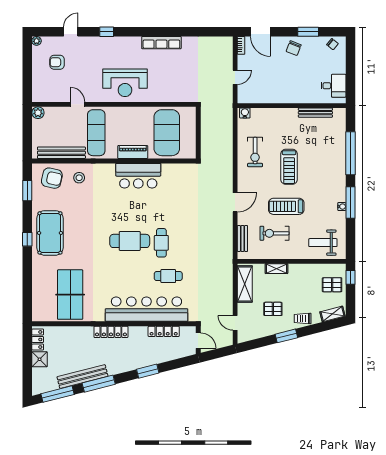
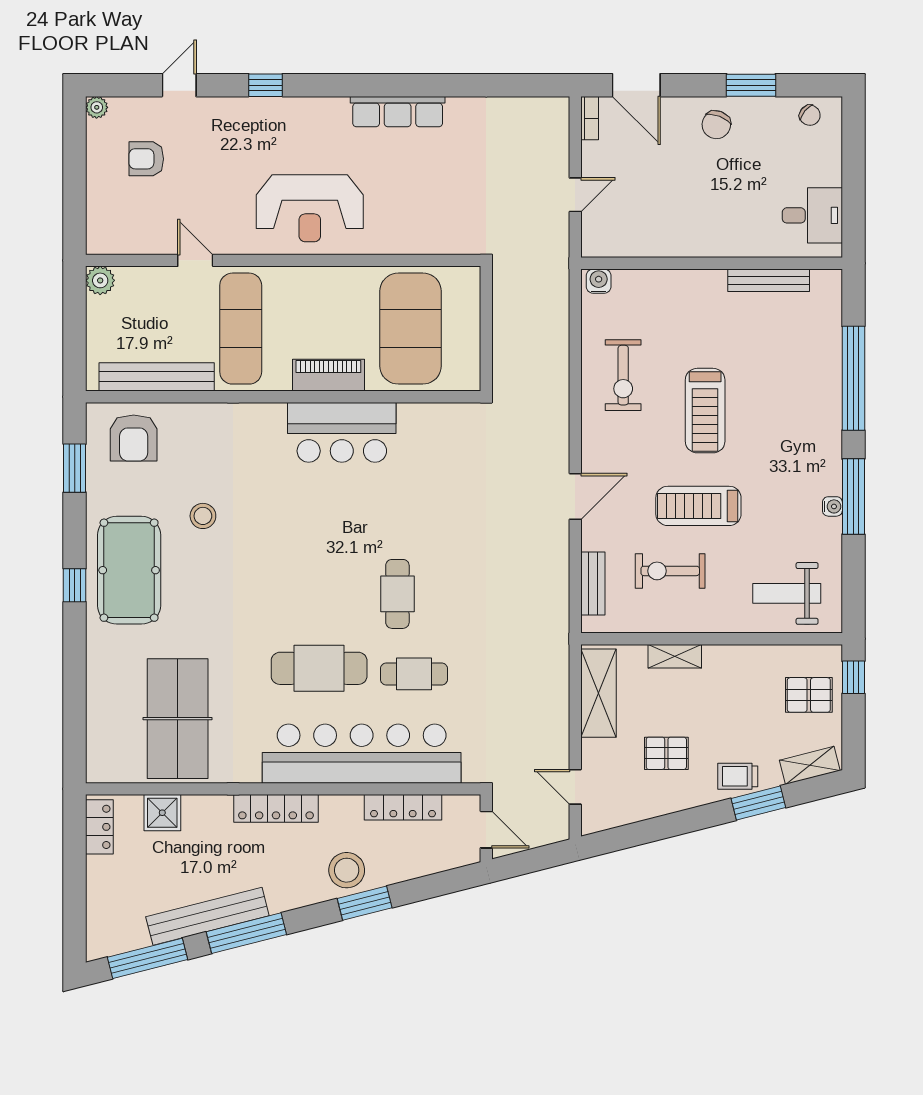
armchair: (52, 178) -> (134, 438), turned 78
stool: (79, 178) -> (203, 516), moved
cafe table: (130, 241) -> (319, 668), moved
window: (286, 336) -> (758, 803), moved
stool: (140, 357) -> (347, 870), added
shower: (40, 359) -> (162, 813), moved

